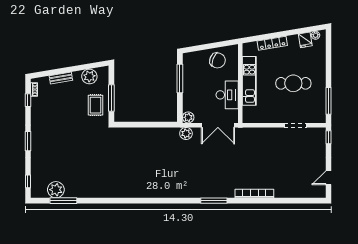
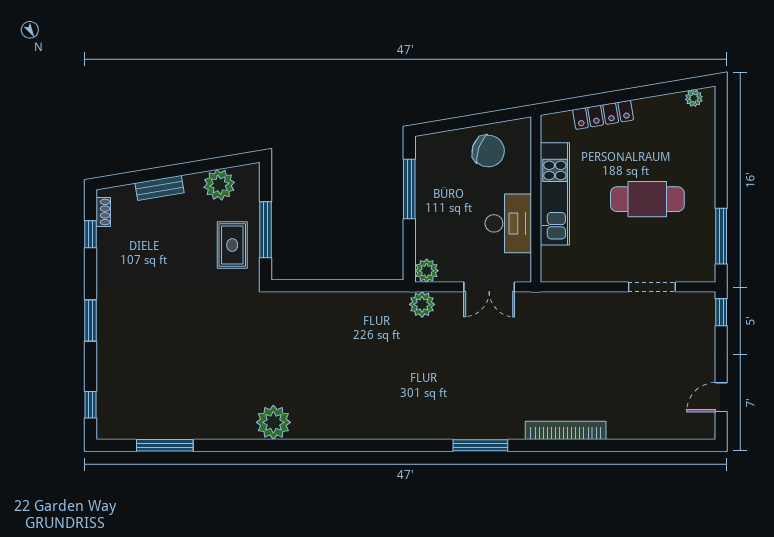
fridge: (305, 40) -> (672, 108), removed
double door: (218, 125) -> (489, 287), width x0.73
plant: (56, 190) -> (273, 422), moved

